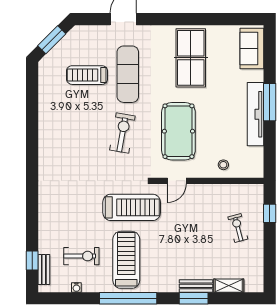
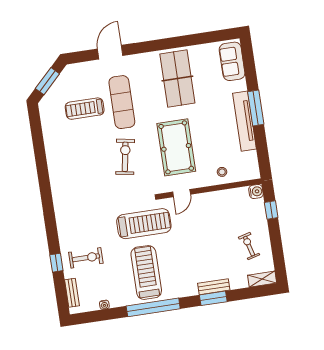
water cooler: (256, 191) -> (256, 191), added
exercise bike: (238, 228) -> (249, 246), moved
exercise bike: (81, 256) -> (86, 258), moved
window: (32, 261) -> (56, 263), moved
shelving: (229, 286) -> (262, 279), moved

